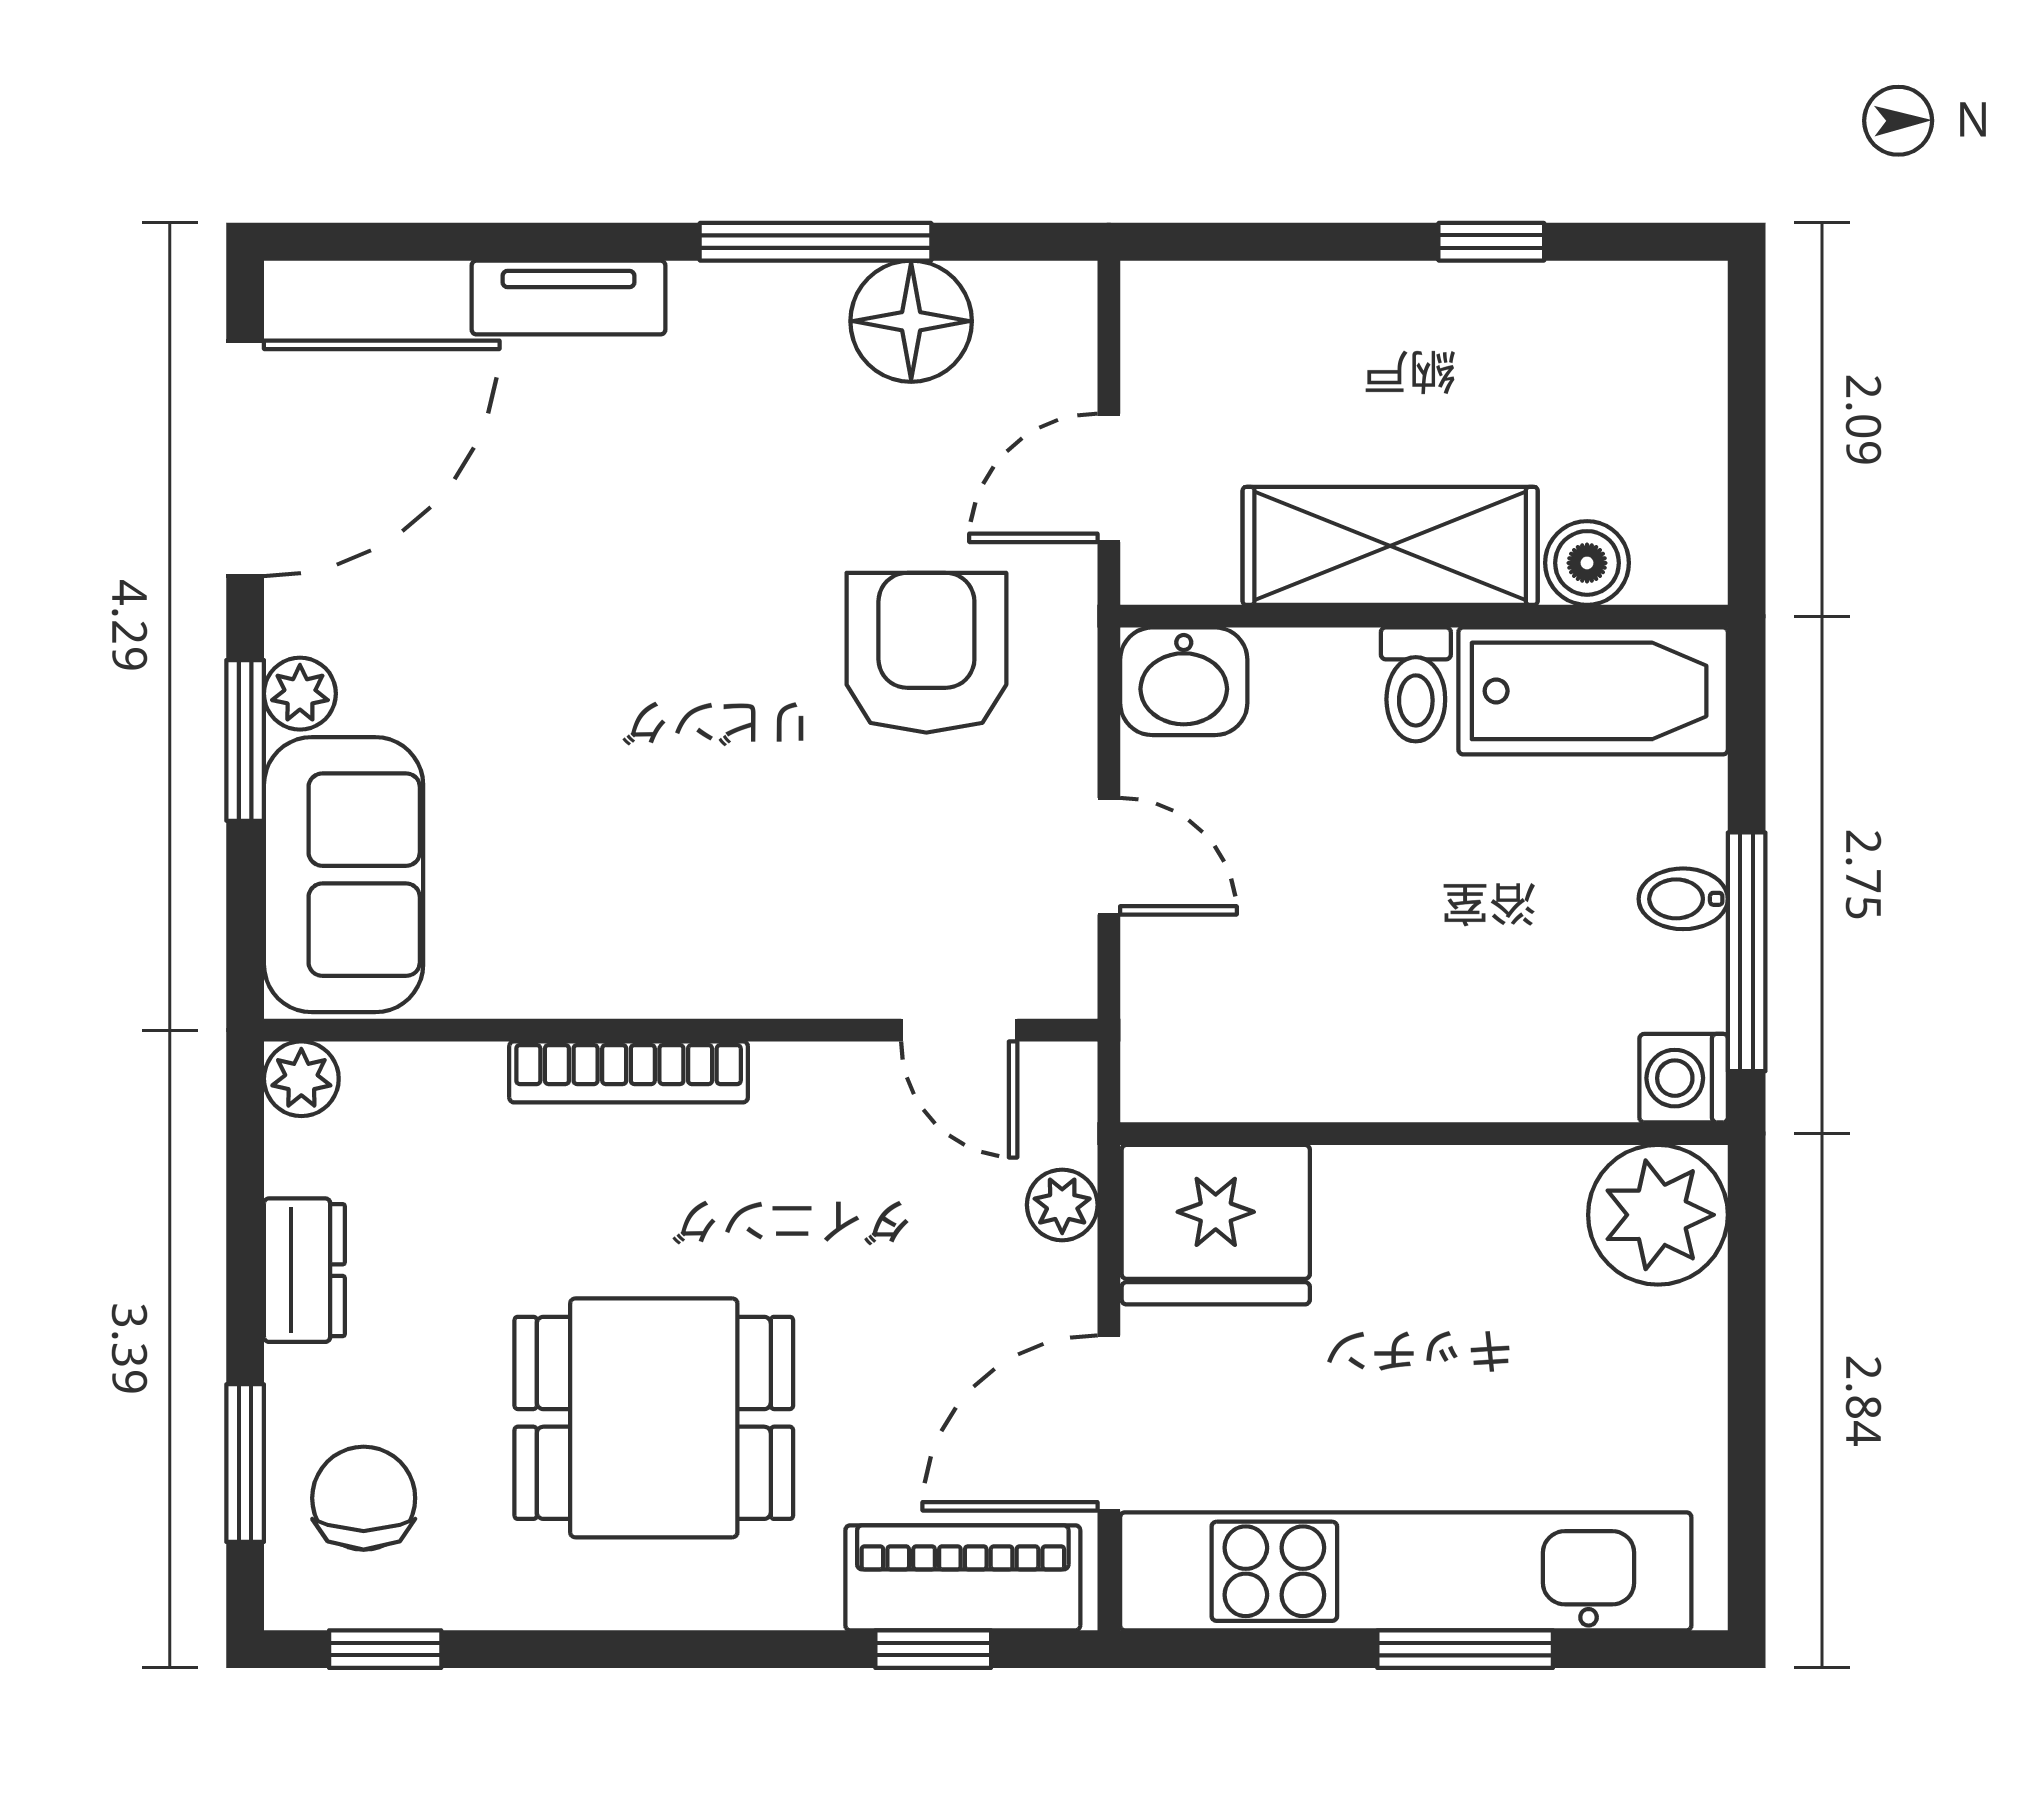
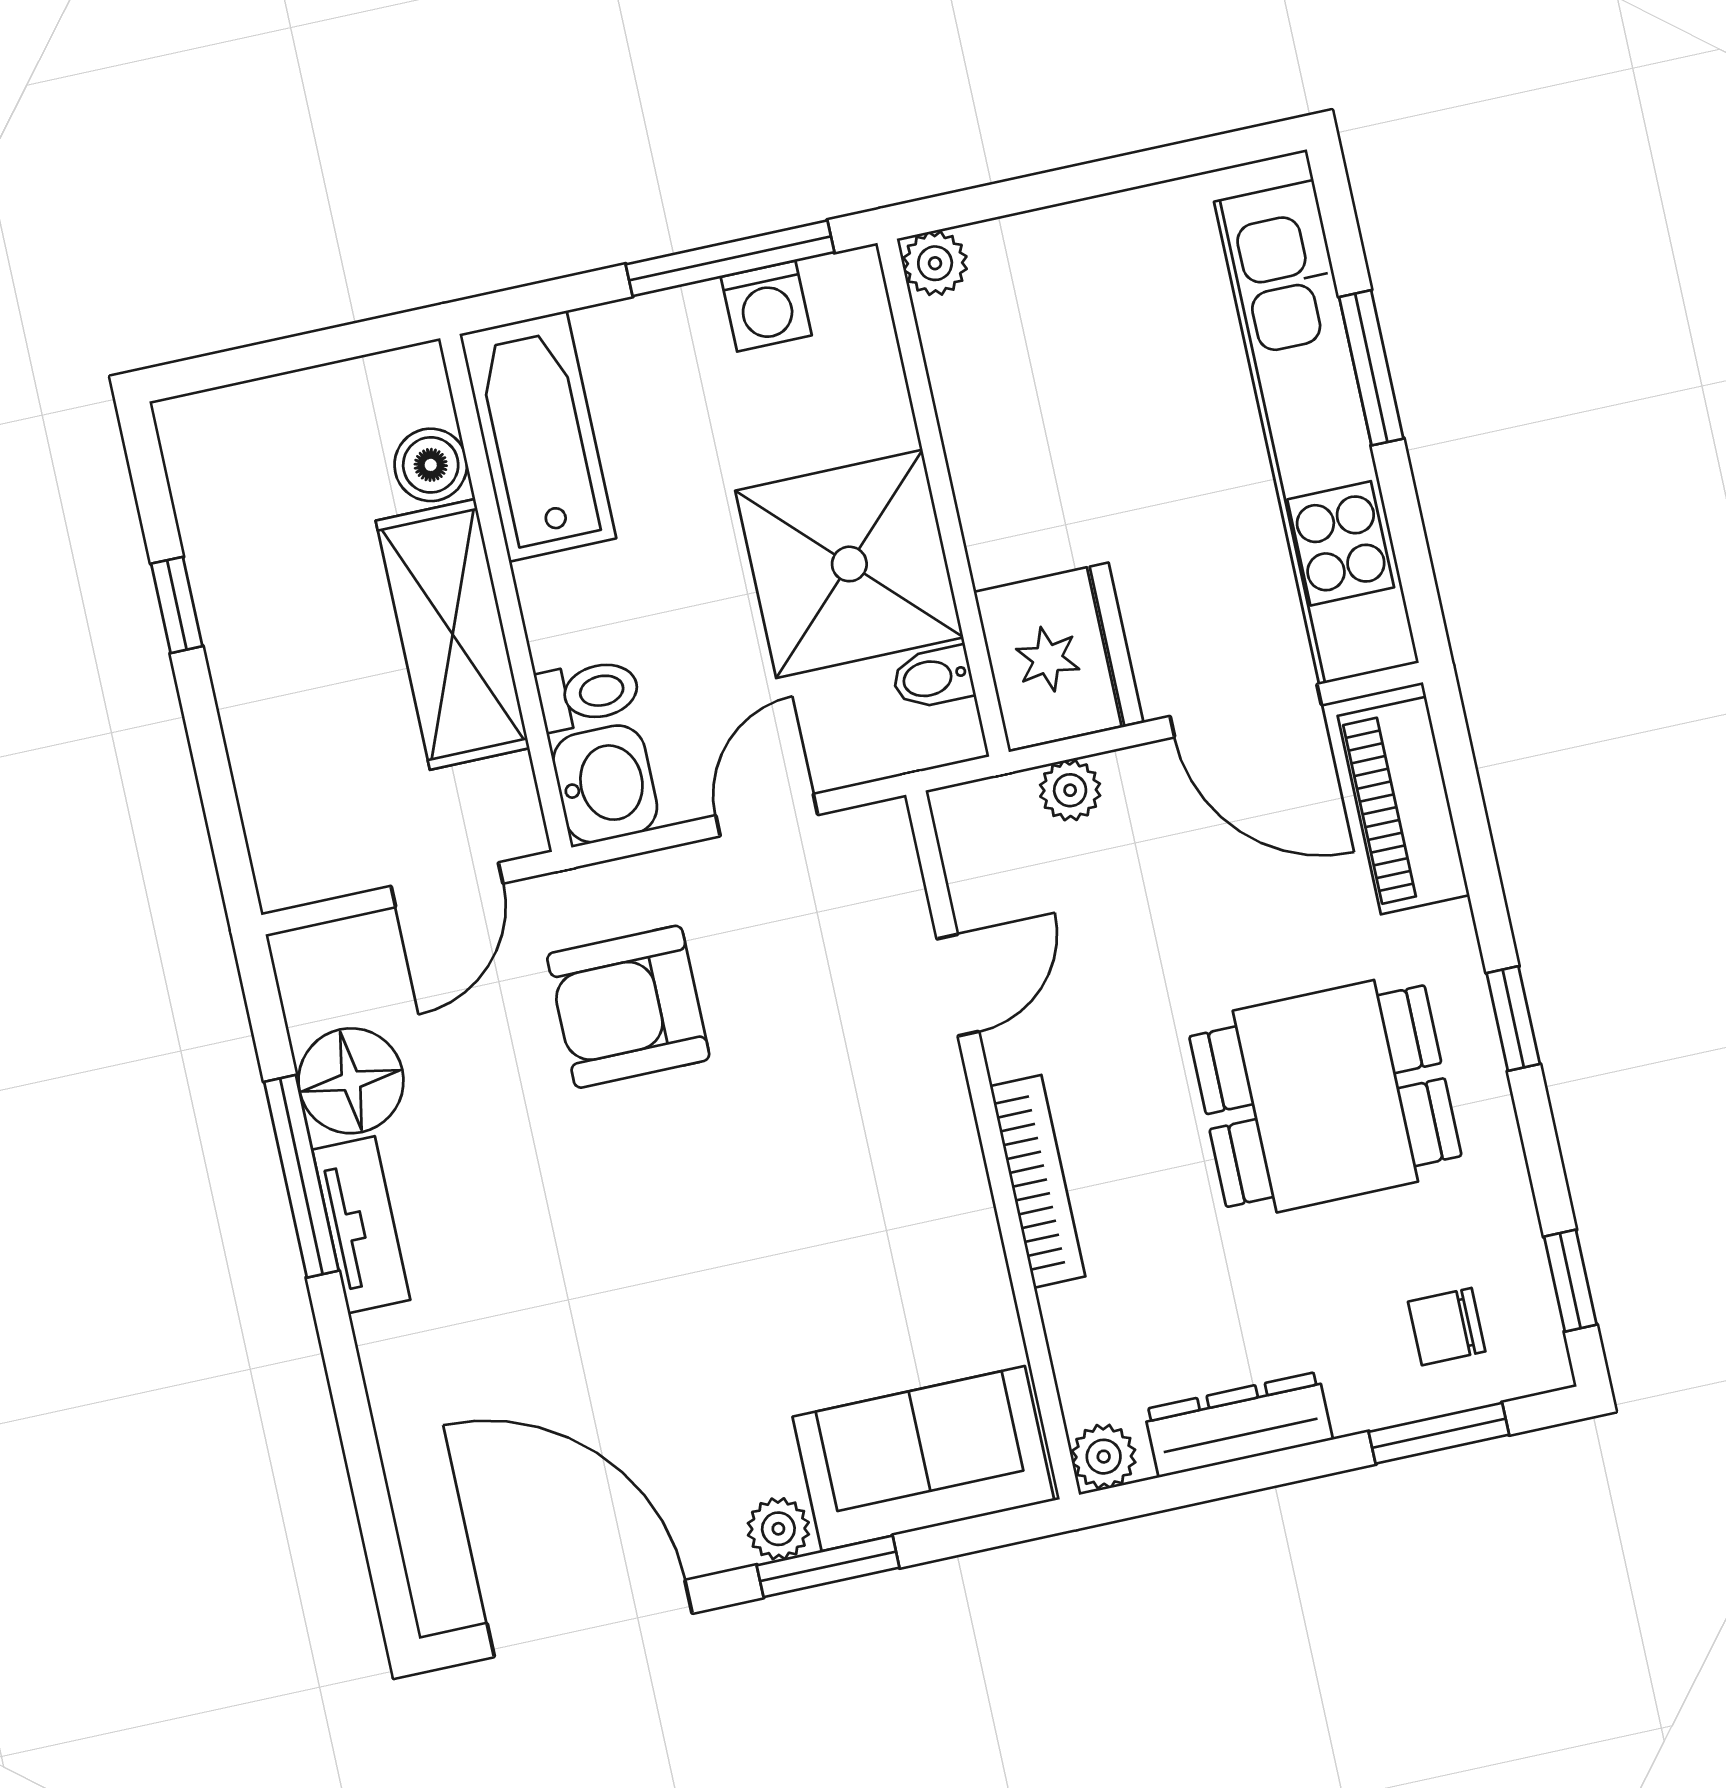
tv unit: (568, 298) -> (361, 1225), moved
door: (1109, 478) -> (447, 885), hinge flipped
toilet: (1416, 684) -> (588, 694), moved
bidet: (1683, 899) -> (933, 678), moved, turned 90
shower: (1372, 1011) -> (849, 564), added
door: (959, 1030) -> (958, 985), moved
washing machine: (1684, 1078) -> (766, 306), moved
plant: (1658, 1215) -> (935, 263), width x0.53, depth x0.53
dresser: (304, 1270) -> (1238, 1425), width x1.44
dining table: (654, 1418) -> (1325, 1096), turned 90
chair: (364, 1498) -> (1447, 1327), width x0.73, depth x0.73
window: (933, 1649) -> (1513, 1019), moved

